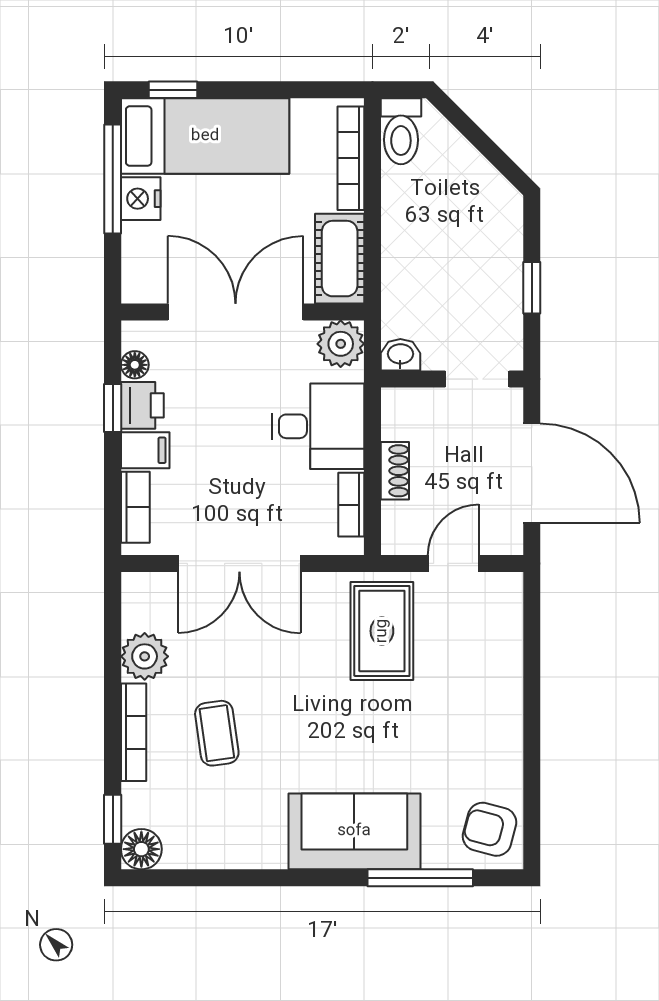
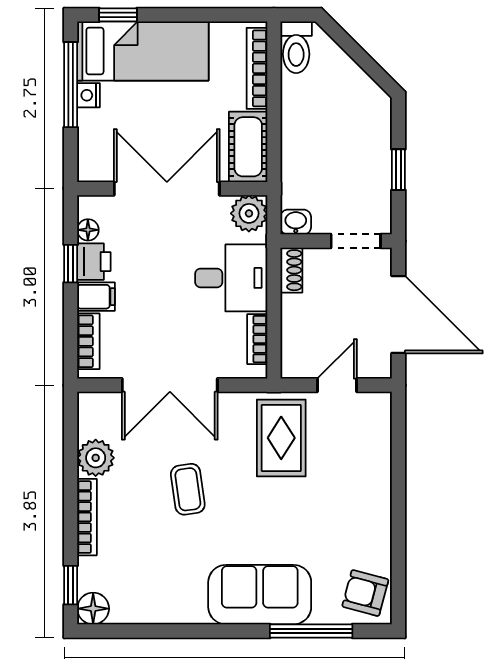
nightstand: (141, 199) -> (89, 95), width x0.72, depth x0.74
shoe rack: (395, 471) -> (291, 270), moved
coffee table: (217, 733) -> (188, 489), moved

